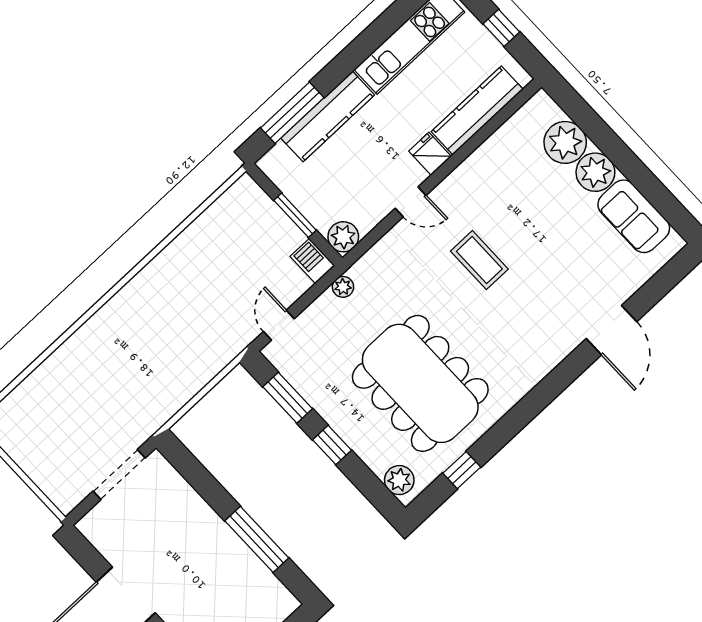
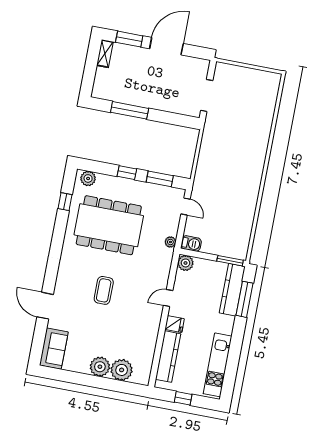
kitchen counter: (328, 116) -> (232, 290), moved
window: (295, 215) -> (230, 261), moved
sofa: (634, 216) -> (54, 349), moved, turned 90
coffee table: (479, 260) -> (104, 290), moved, turned 90

